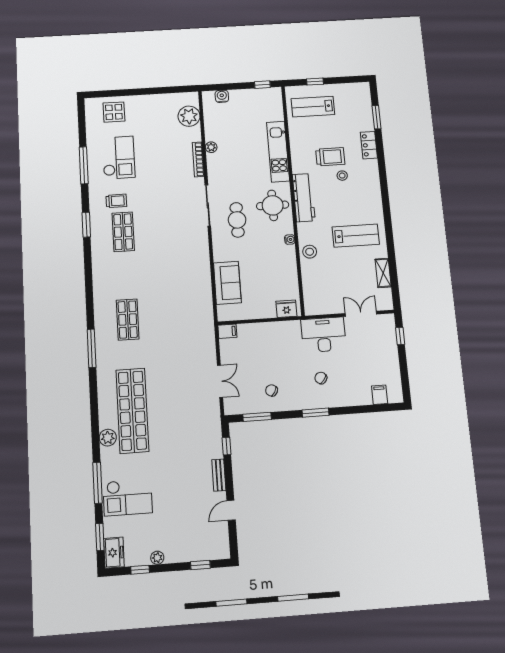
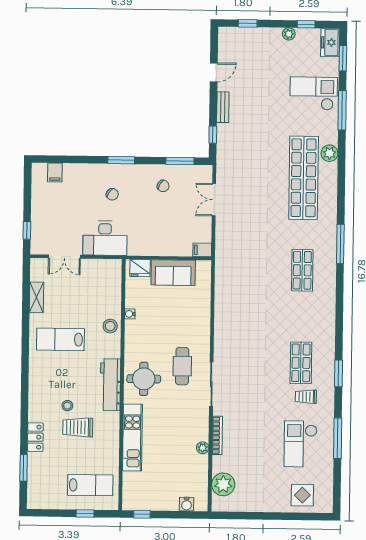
water cooler: (290, 239) -> (130, 314), moved
sofa: (227, 283) -> (173, 273), moved, turned -90

